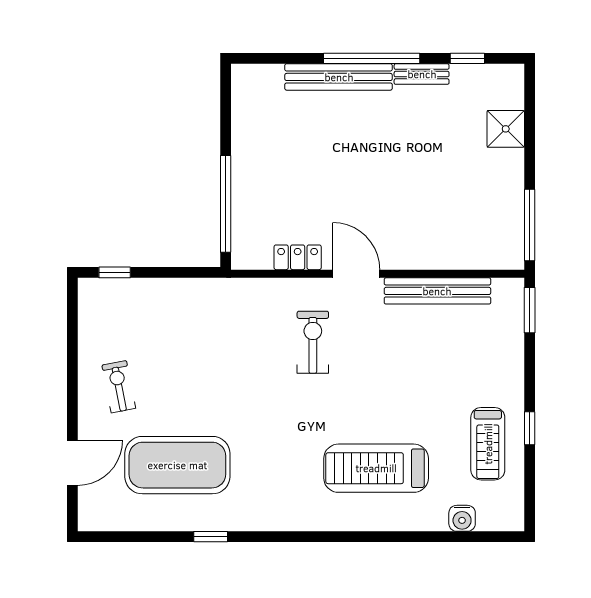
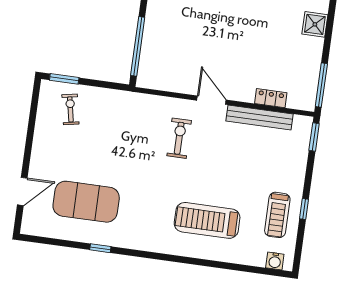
locker: (298, 257) -> (271, 98), moved
window: (115, 272) -> (64, 79), width x1.50
exercise bike: (119, 387) -> (70, 109), moved
water cooler: (462, 518) -> (275, 261), moved

